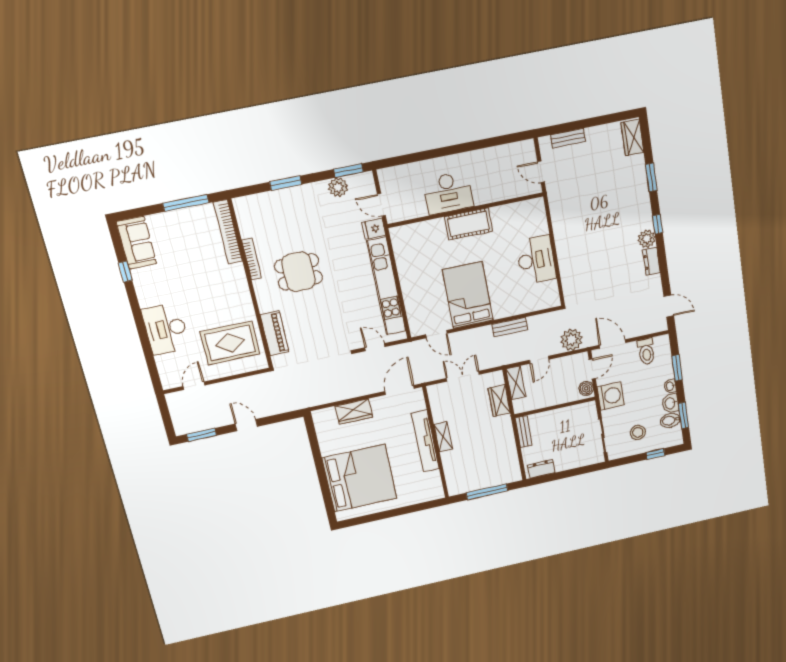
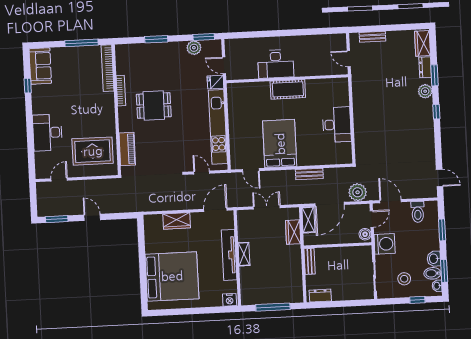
plant: (647, 239) -> (425, 91), moved
dresser: (651, 261) -> (425, 67), moved
door: (539, 360) -> (330, 204), width x1.87
washbasin: (670, 386) -> (437, 286), moved
nightstand: (434, 493) -> (230, 300), added

